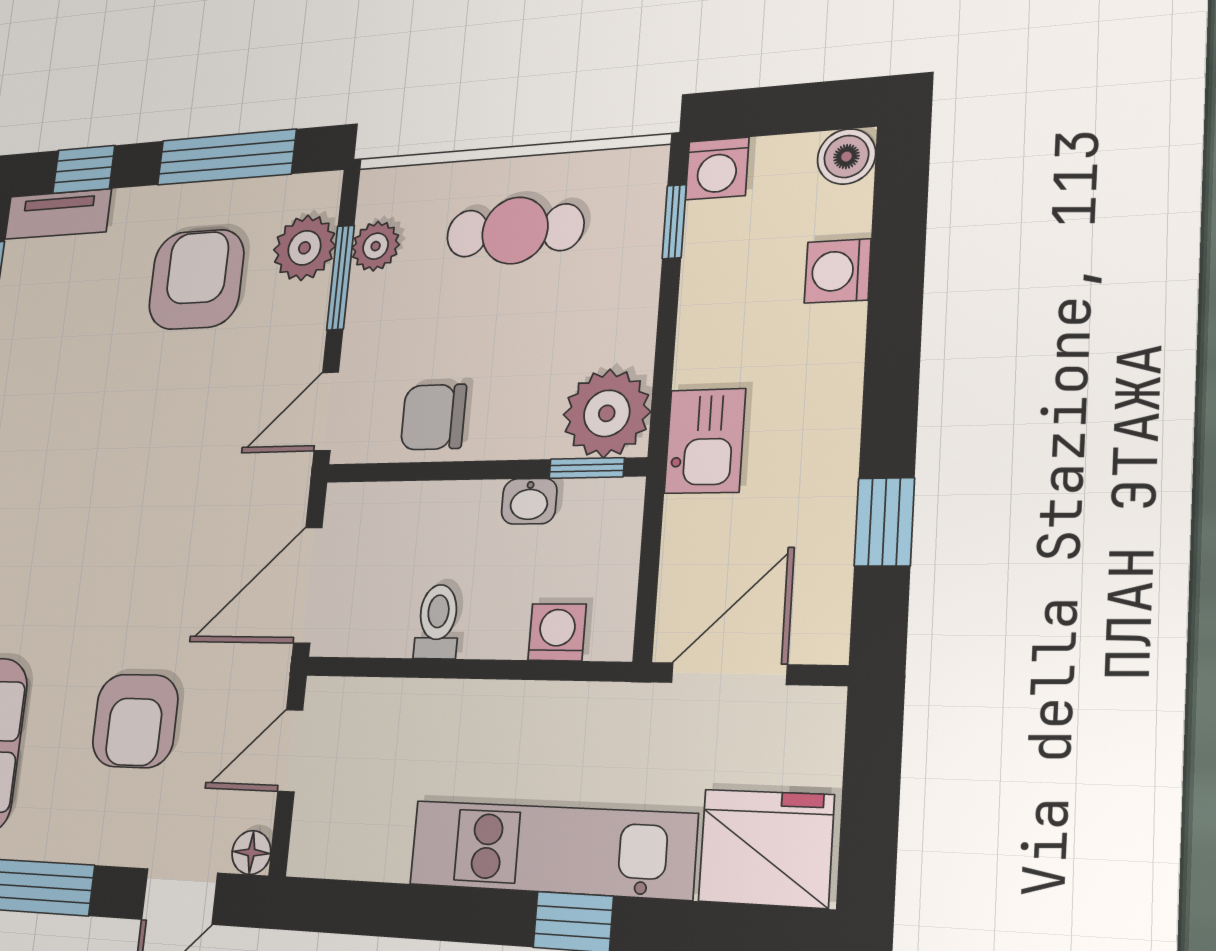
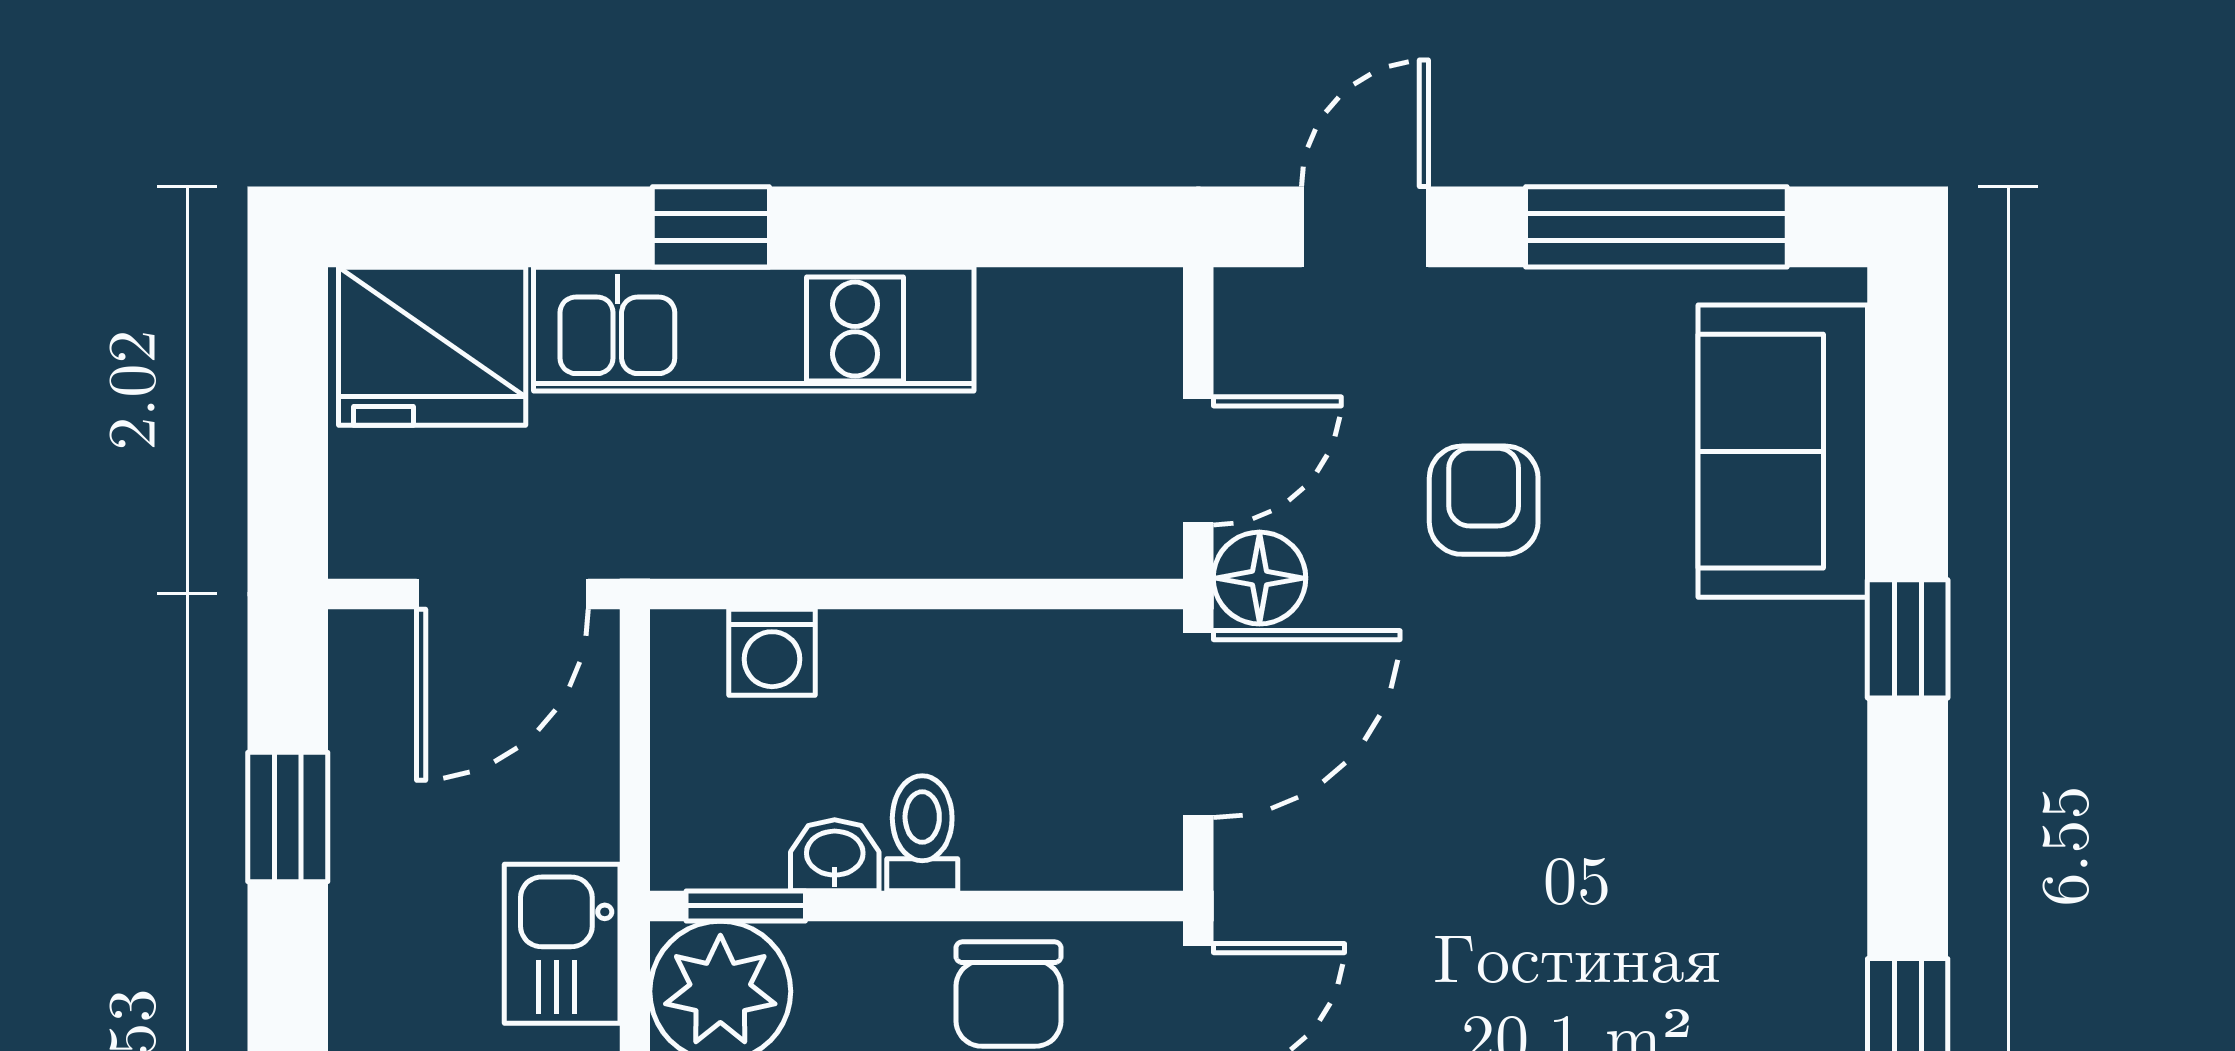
chair: (433, 417) -> (1009, 994), turned 90
toilet: (438, 622) -> (922, 833), moved, turned 180
armchair: (135, 721) -> (1484, 500), width x0.72, depth x0.72
floor lamp: (251, 852) -> (1260, 578), moved, width x1.37, depth x1.37

